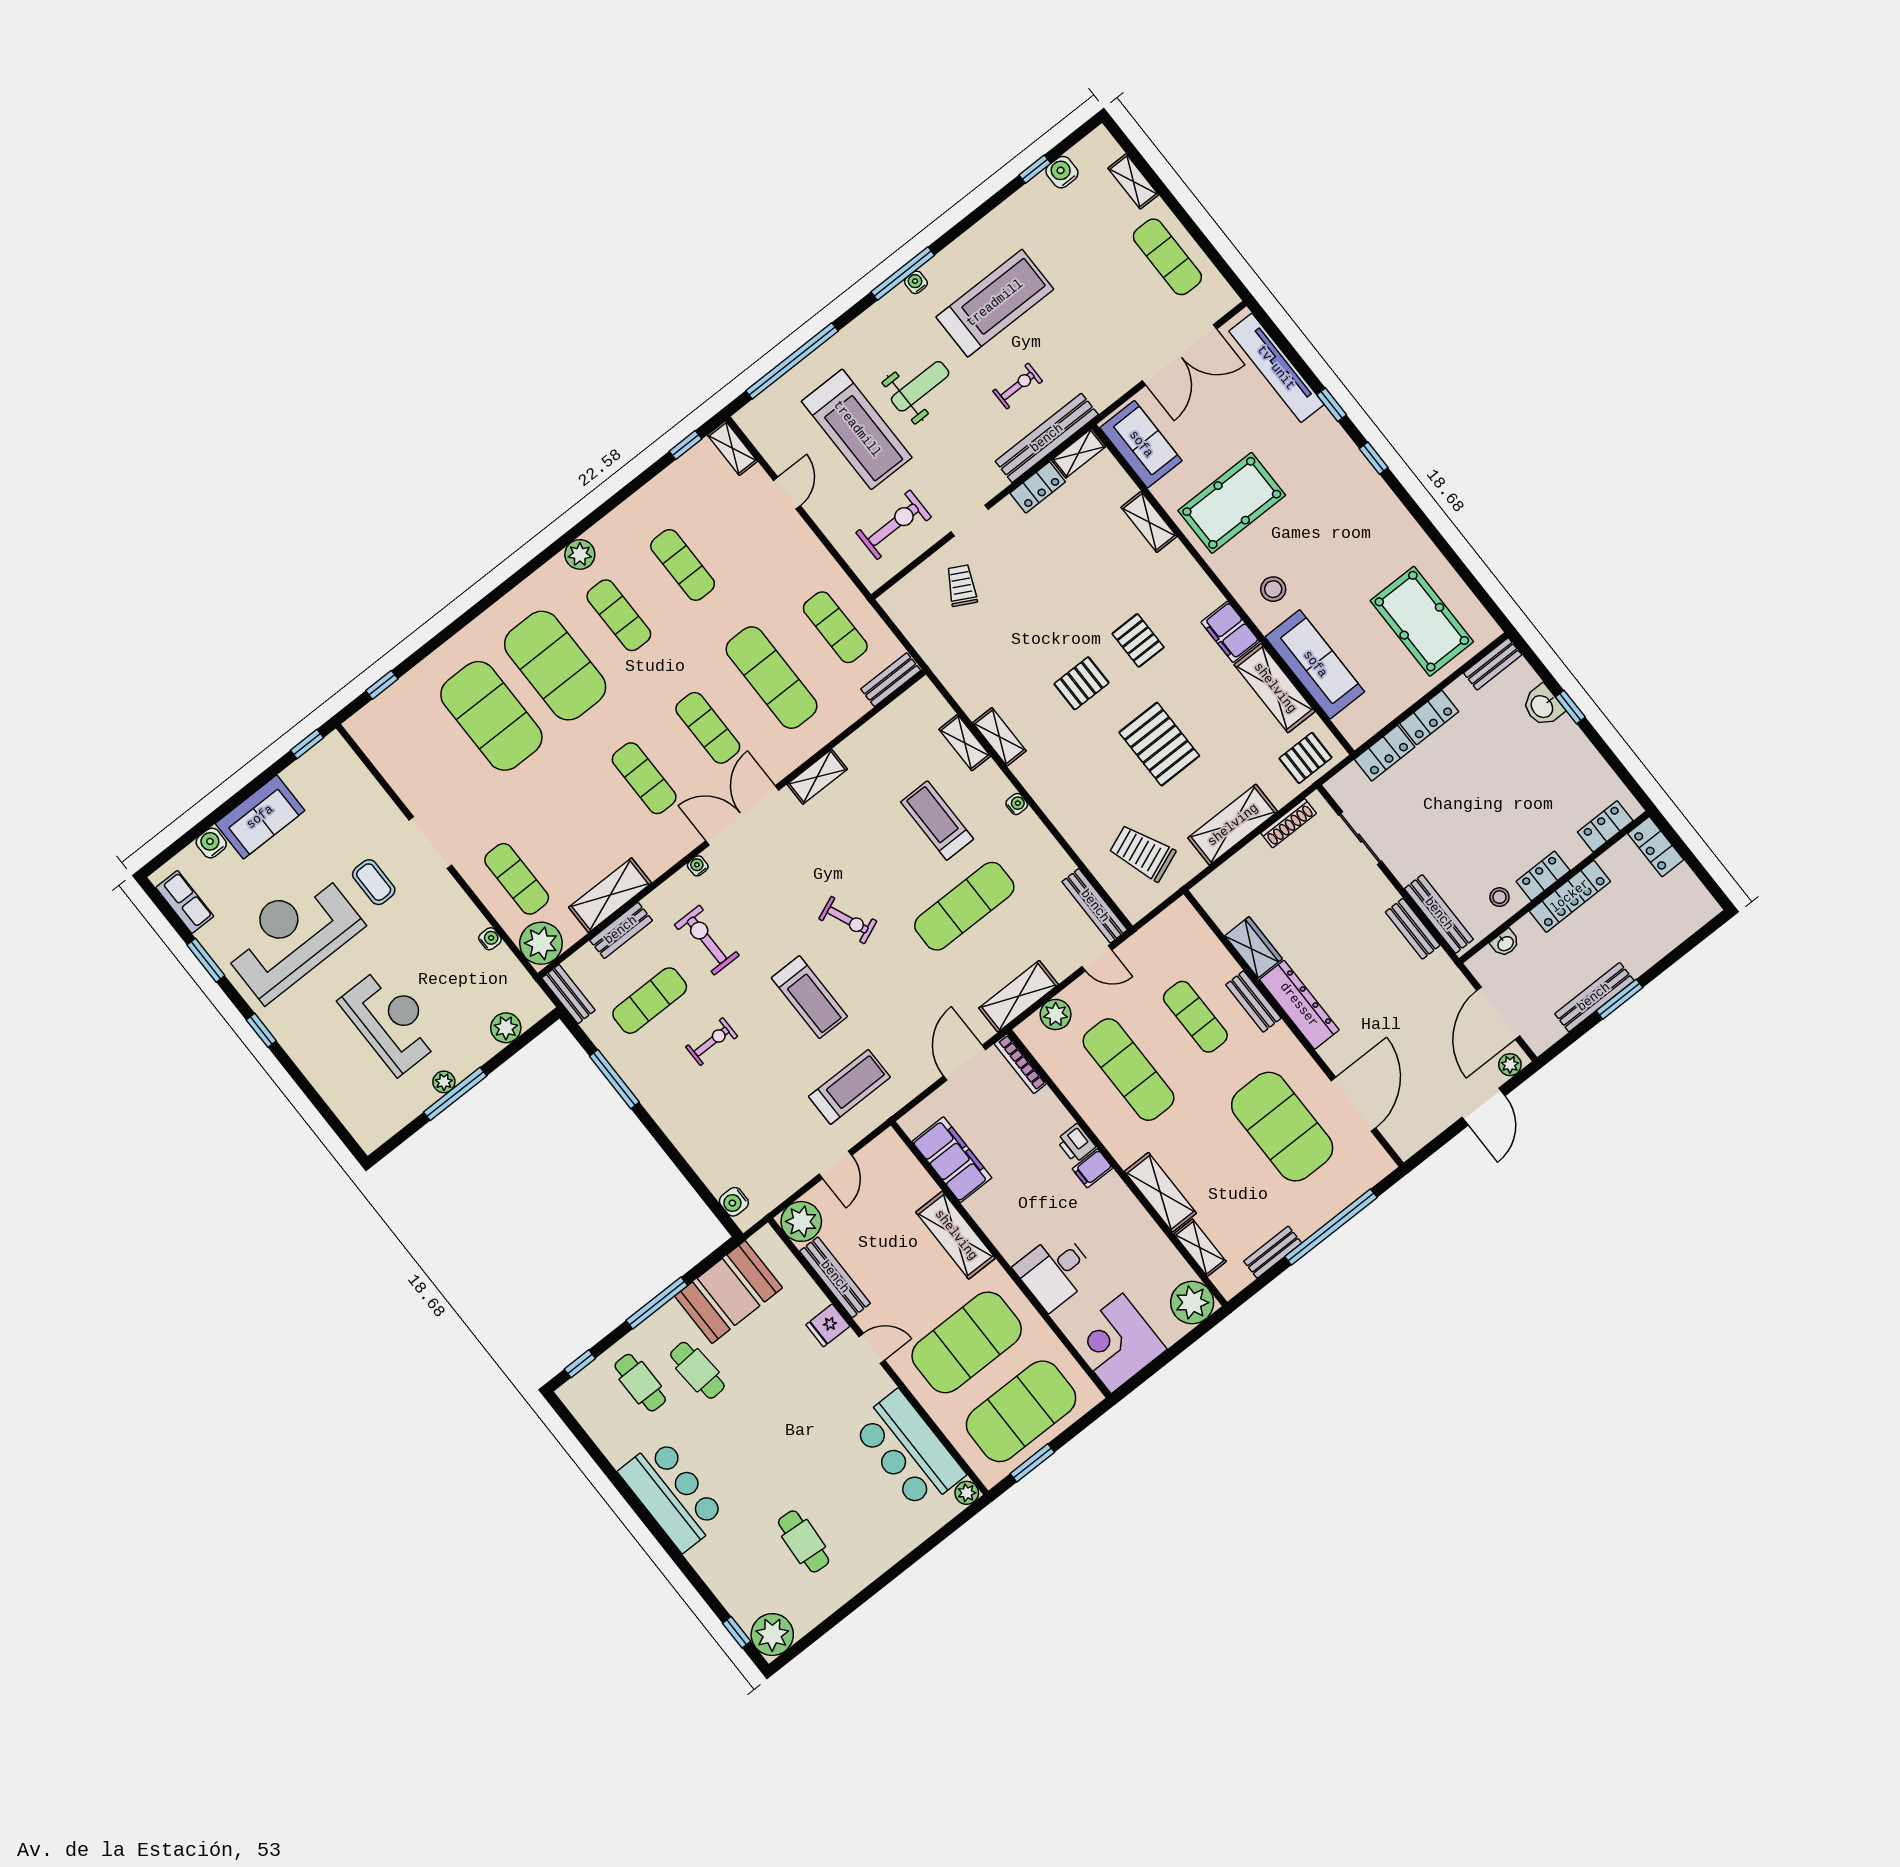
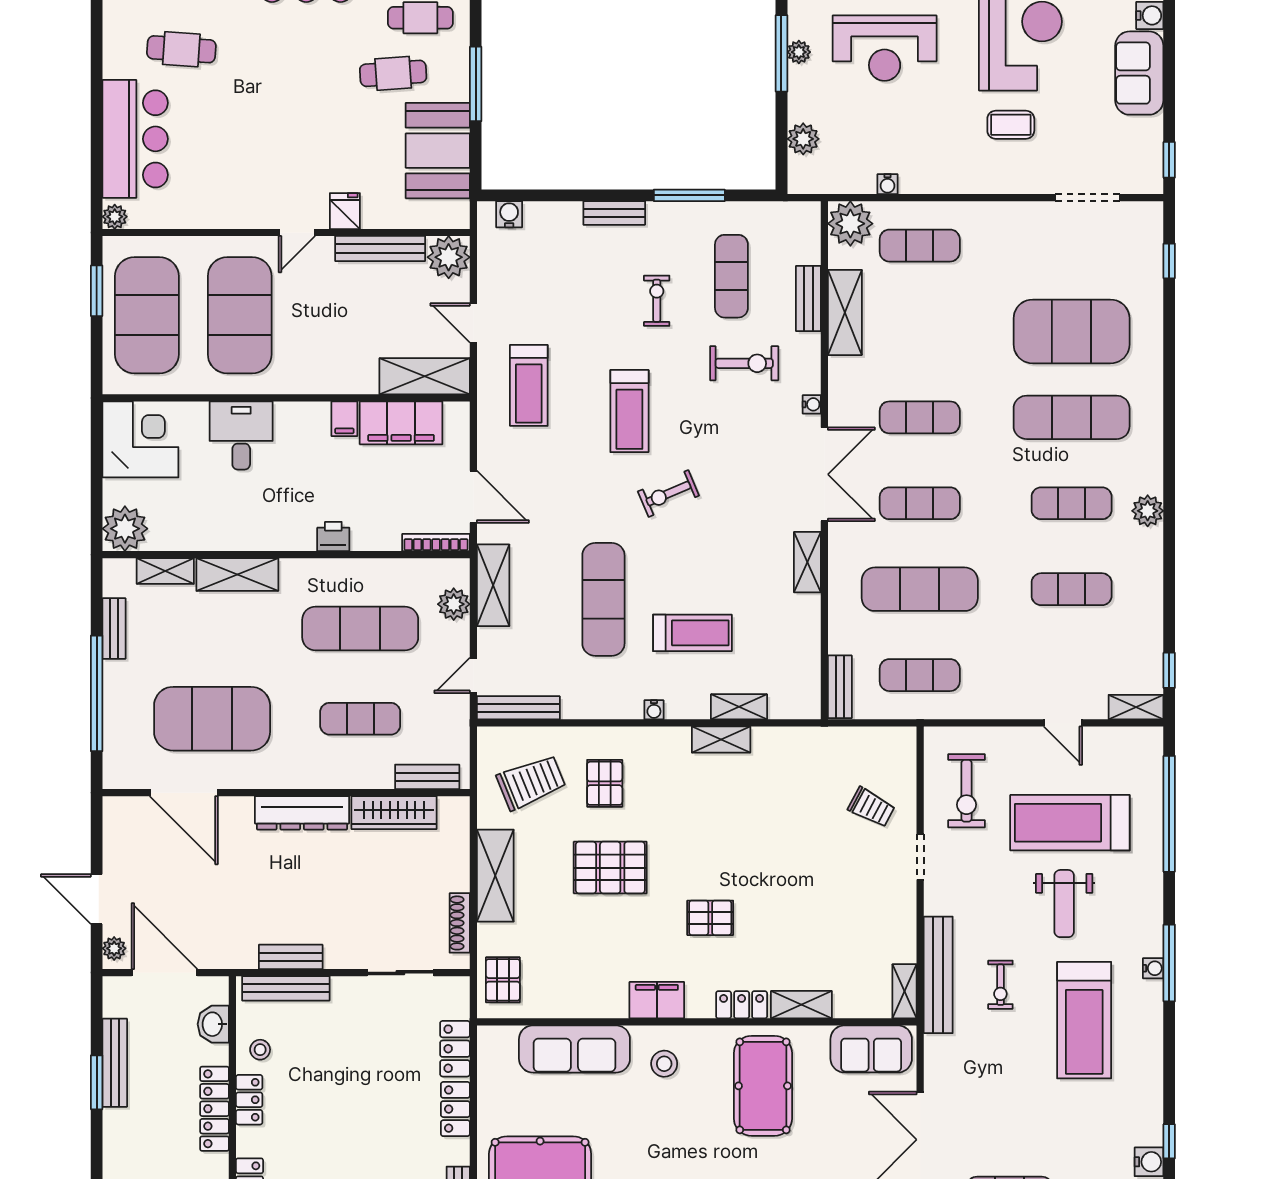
locker: (1038, 487) -> (742, 1005), moved, turned 90
exercise mat: (555, 666) -> (1072, 417), width x0.68
pallet: (1081, 683) -> (605, 783), moved
shelving: (1275, 688) -> (581, 1000), removed
doorway: (430, 843) -> (1088, 198), moved
washbasin: (1505, 943) -> (213, 1024), width x1.38, depth x1.45
wardrobe: (1254, 947) -> (394, 813), width x1.50
bench: (568, 994) -> (614, 213), moved
treadmill: (809, 997) -> (629, 411), turned -90
bench: (1253, 1001) -> (427, 777), moved
exercise bike: (712, 1042) -> (657, 301), turned 180
filing cabinet: (1092, 1168) -> (344, 419), moved, turned 180
shelving: (956, 1235) -> (425, 376), moved
bar counter: (909, 1450) -> (135, 139), moved, turned 90

